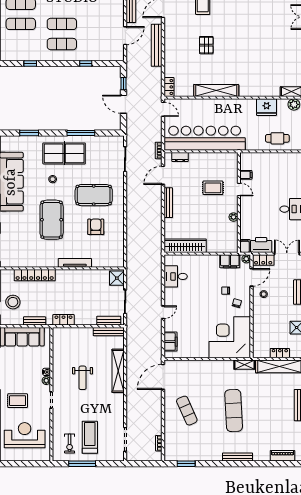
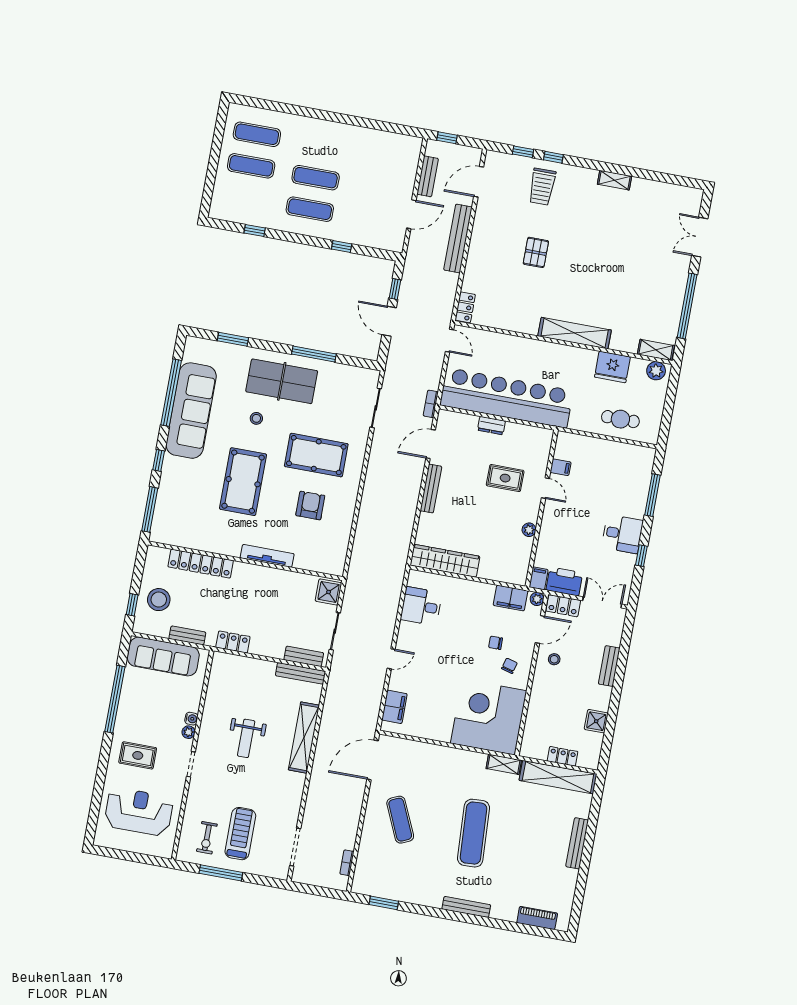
shelving: (216, 90) -> (575, 333), moved
dresser: (180, 157) -> (491, 426), moved

